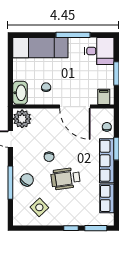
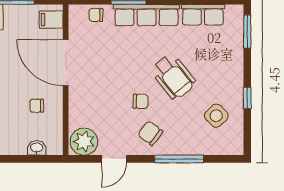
washbasin: (20, 93) -> (37, 148), width x0.52, depth x0.69
door: (75, 107) -> (66, 63), swing flipped
wheelchair: (65, 179) -> (173, 77), turned -31
chair: (27, 180) -> (150, 133), moved
window: (71, 228) -> (247, 98), moved

